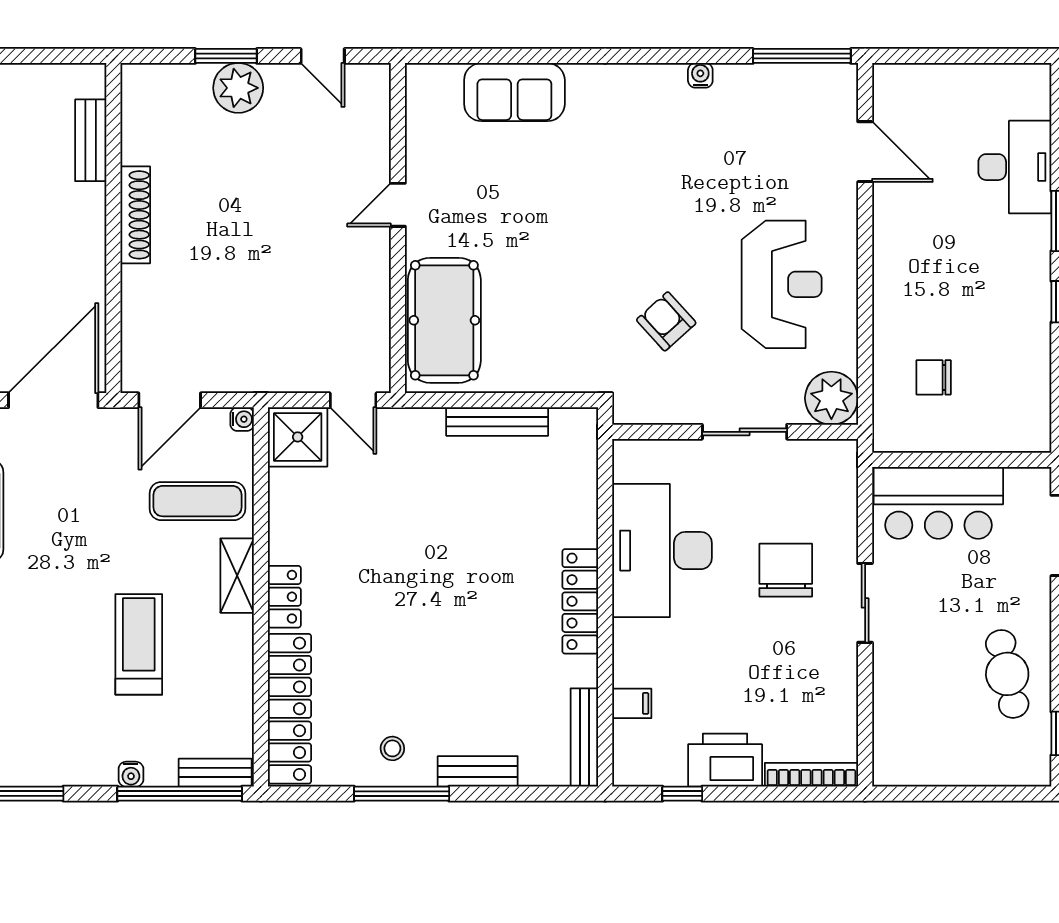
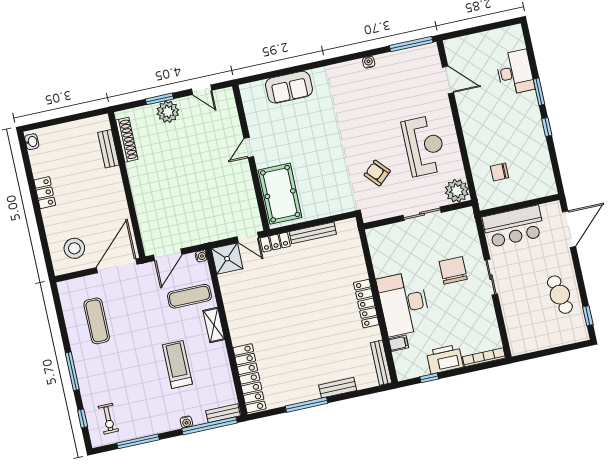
shoe rack: (135, 215) -> (127, 140), moved
desk: (662, 551) -> (404, 304), moved
locker: (284, 597) -> (275, 242), moved, turned 90
stool: (392, 748) -> (298, 386), removed

